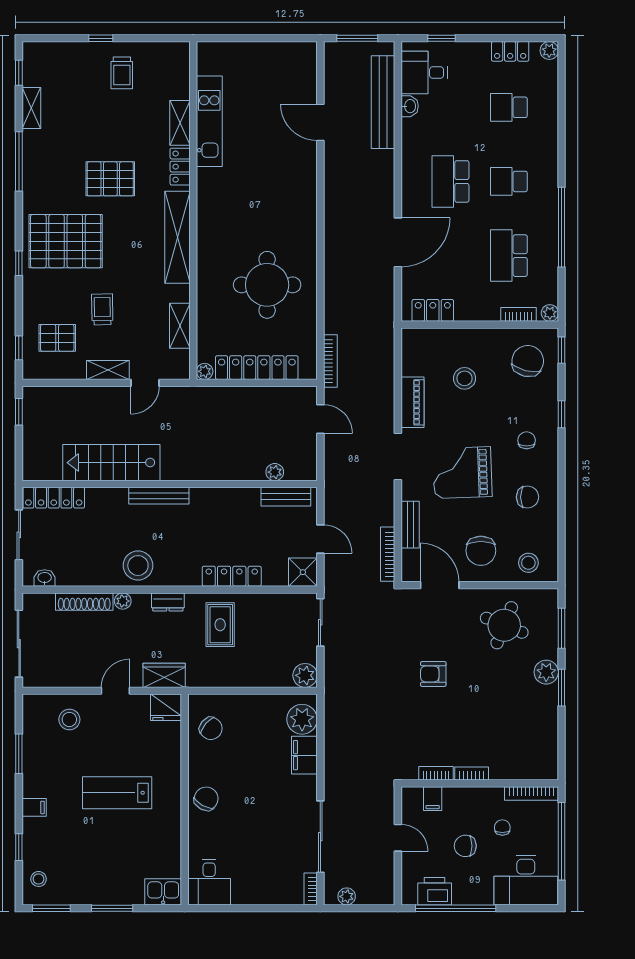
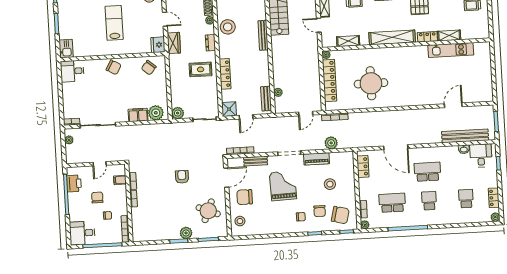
plant: (382, 371) -> (331, 143), added
chair: (528, 497) -> (320, 211), moved
desk: (526, 880) -> (82, 233), width x0.73

